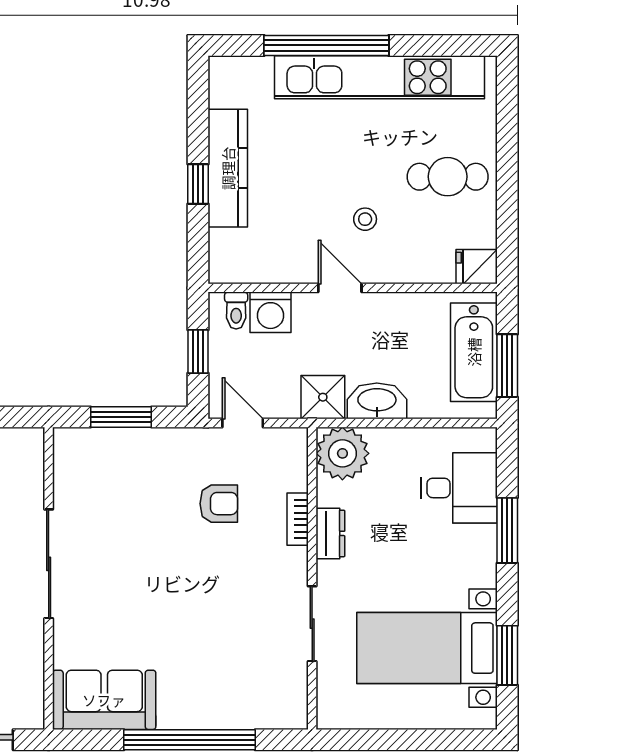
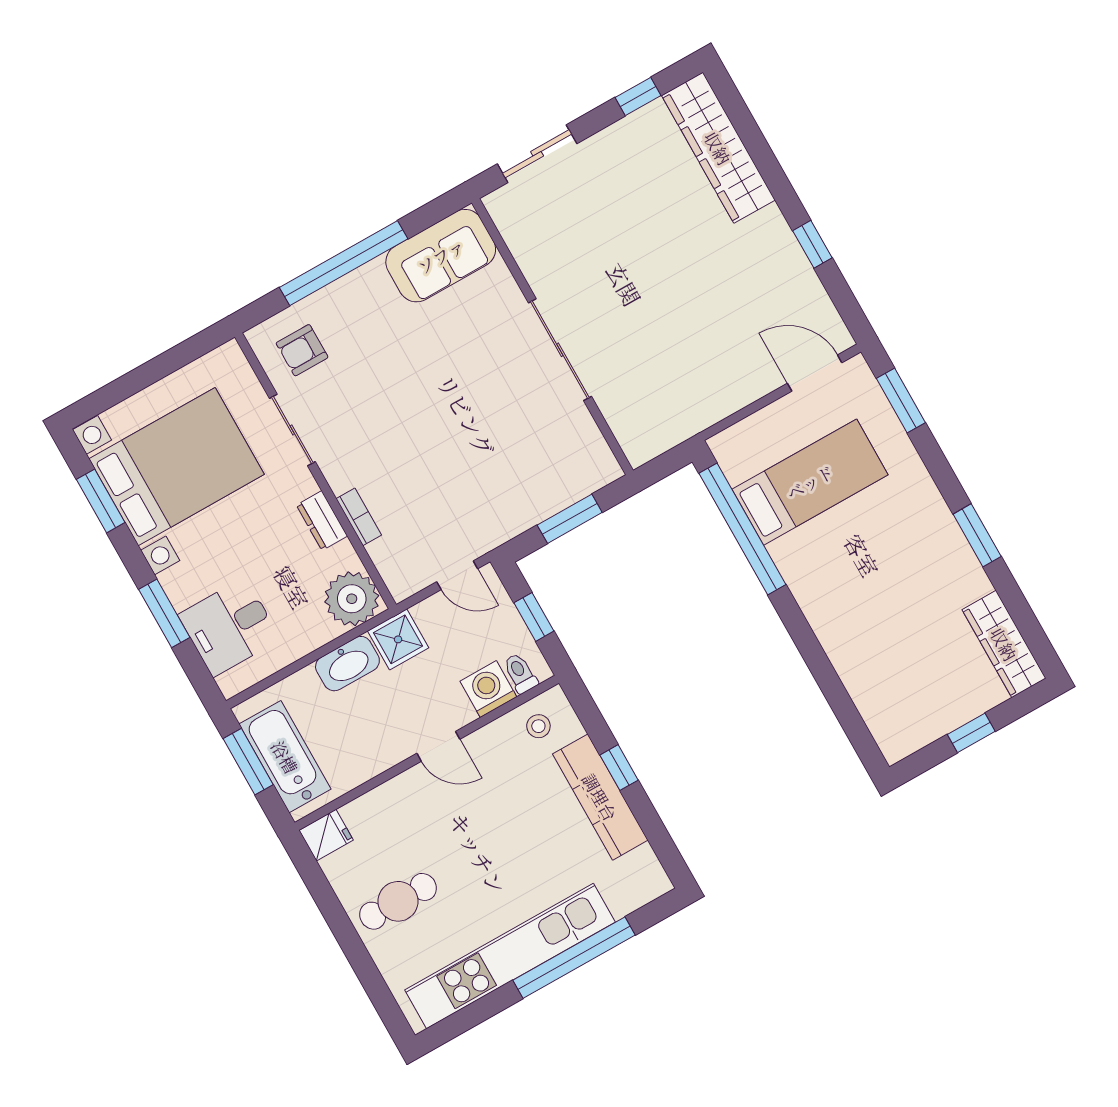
stool: (365, 219) -> (538, 726), moved
armchair: (219, 504) -> (302, 350), moved
bed with nightstands: (427, 648) -> (177, 467), width x1.36

